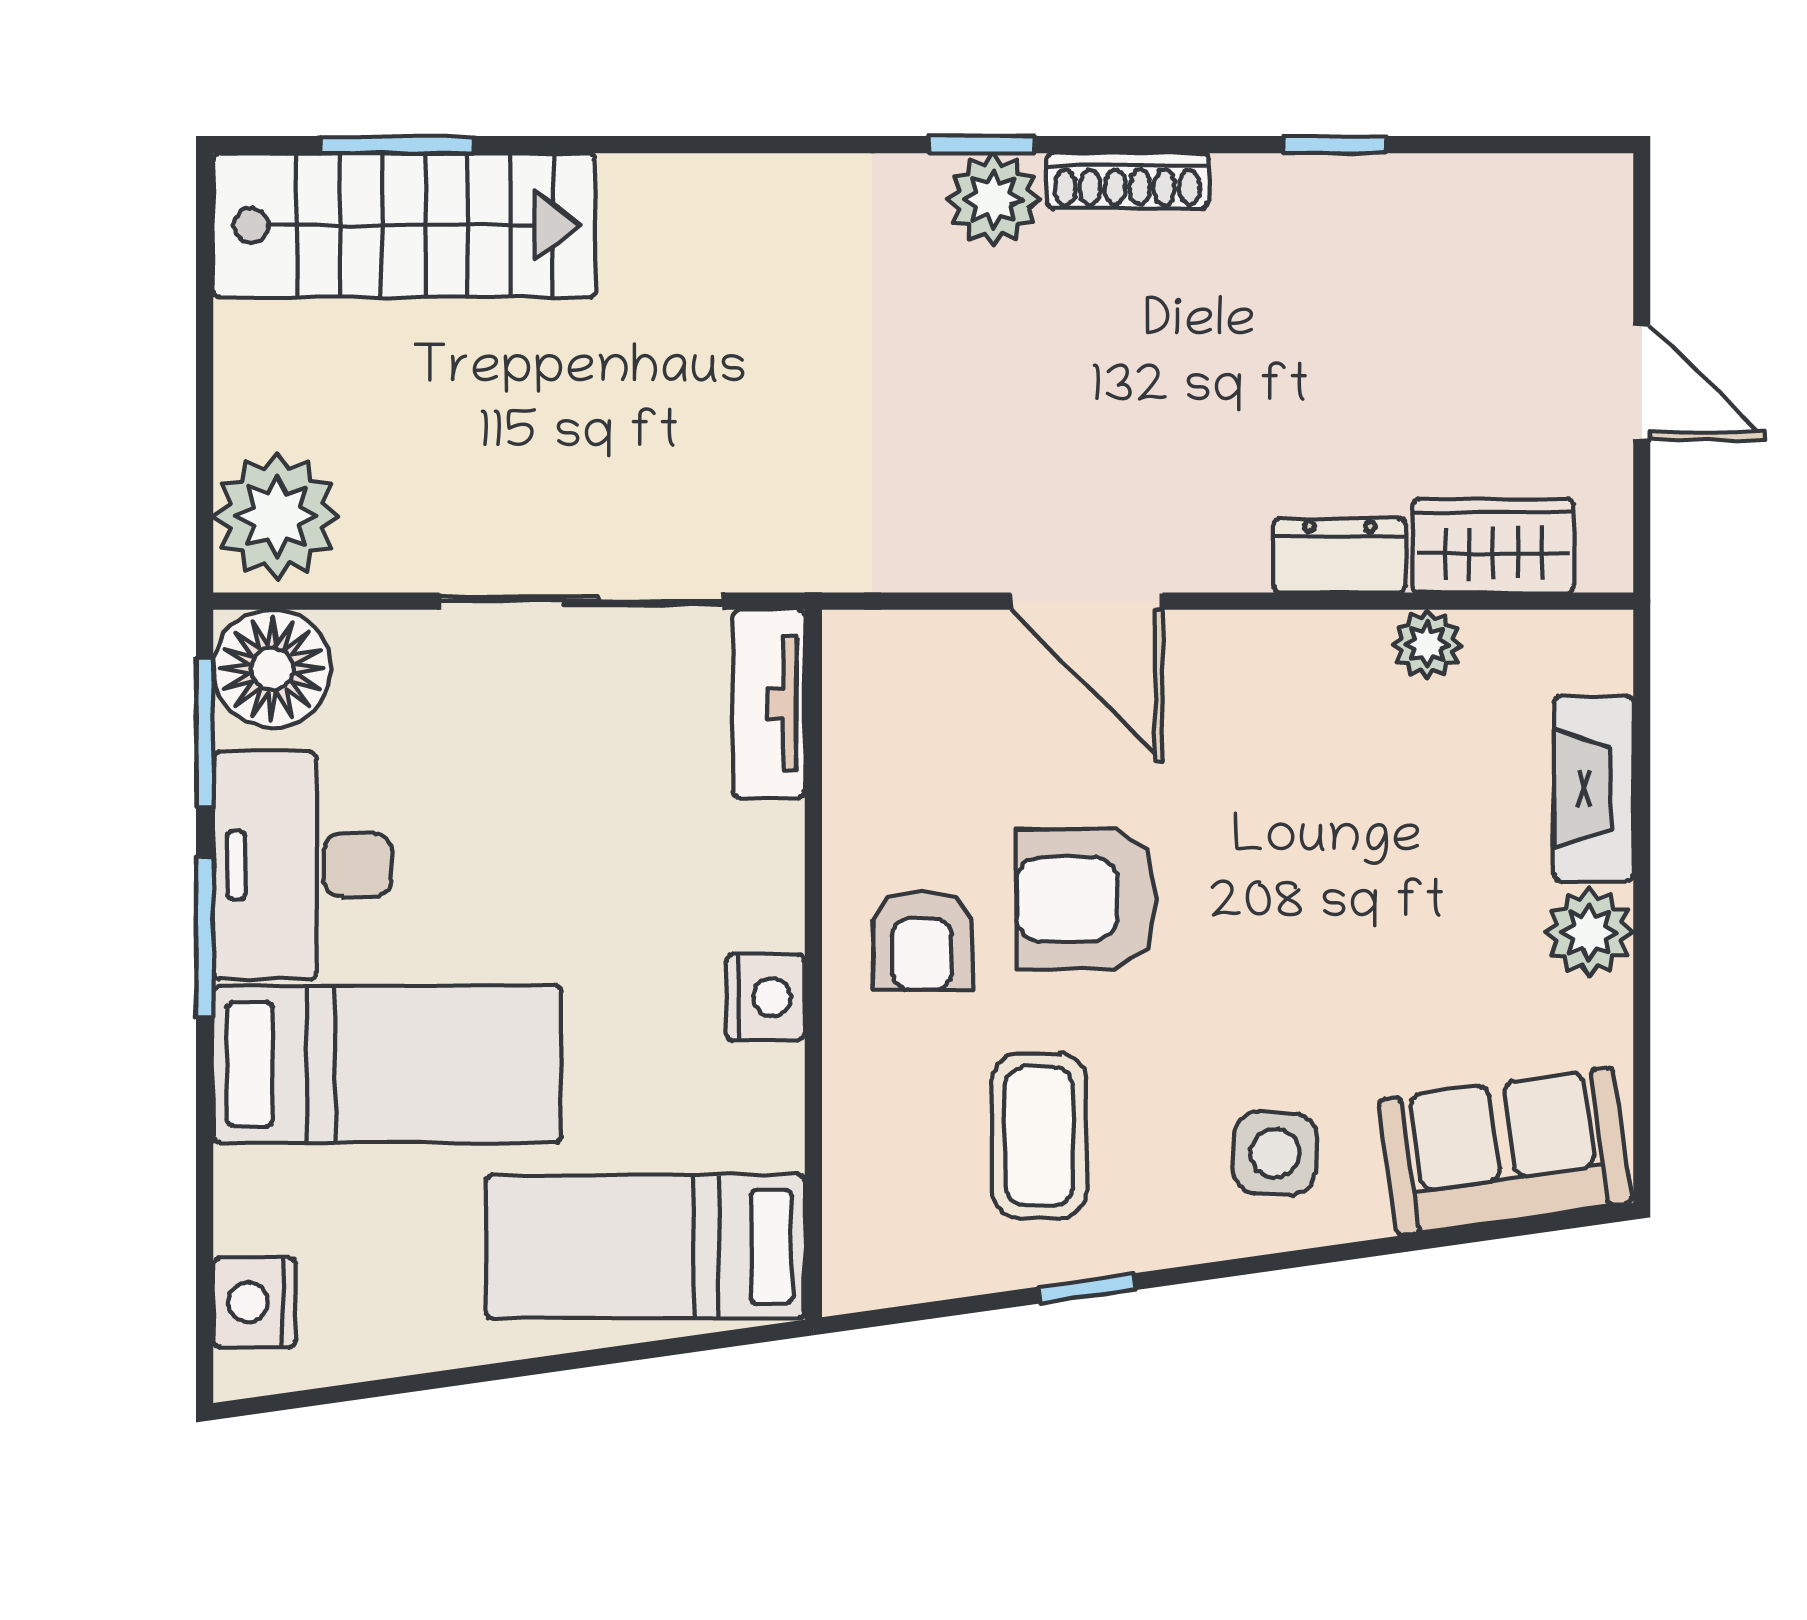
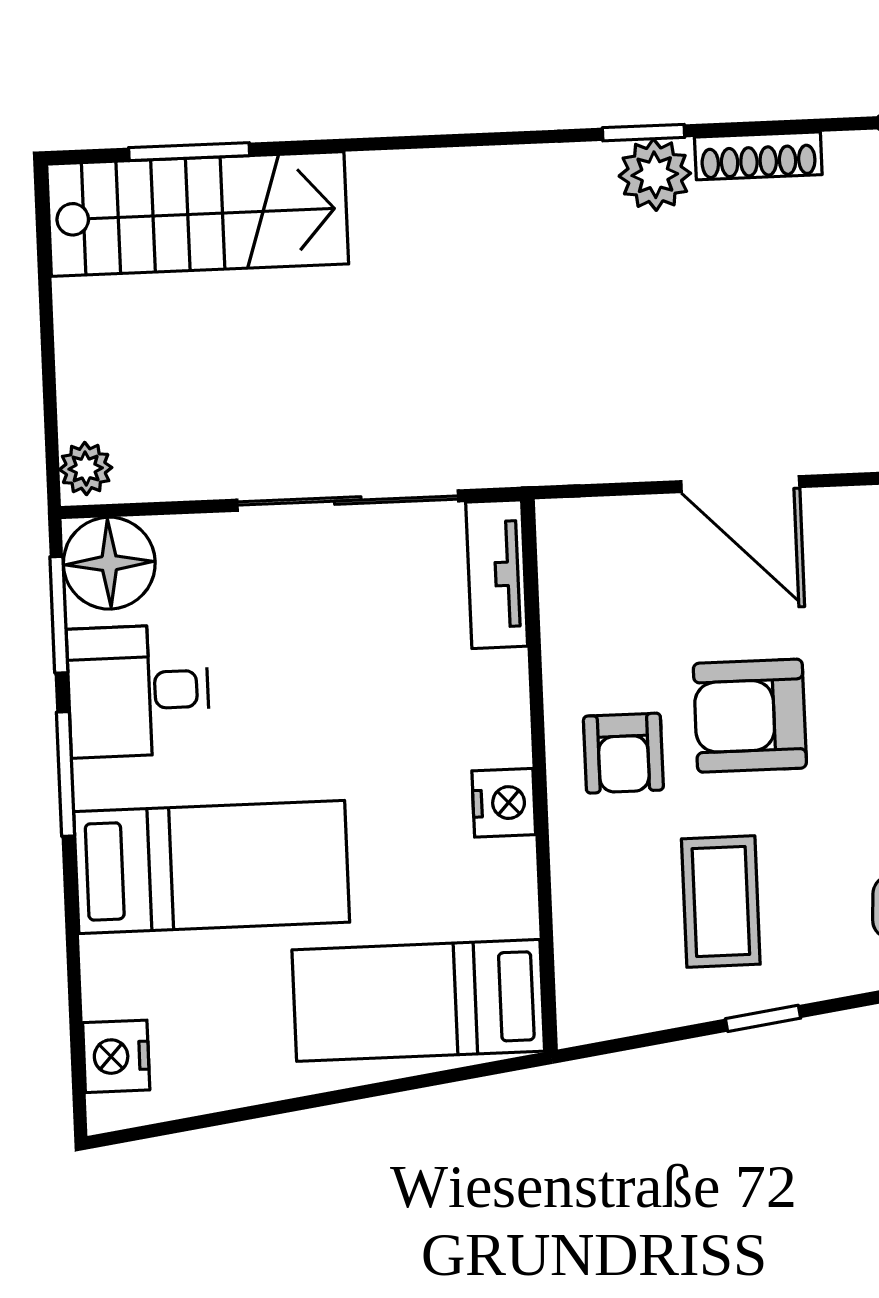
plant: (276, 516) -> (86, 468), width x0.53, depth x0.53
desk: (303, 865) -> (138, 691), width x0.73

